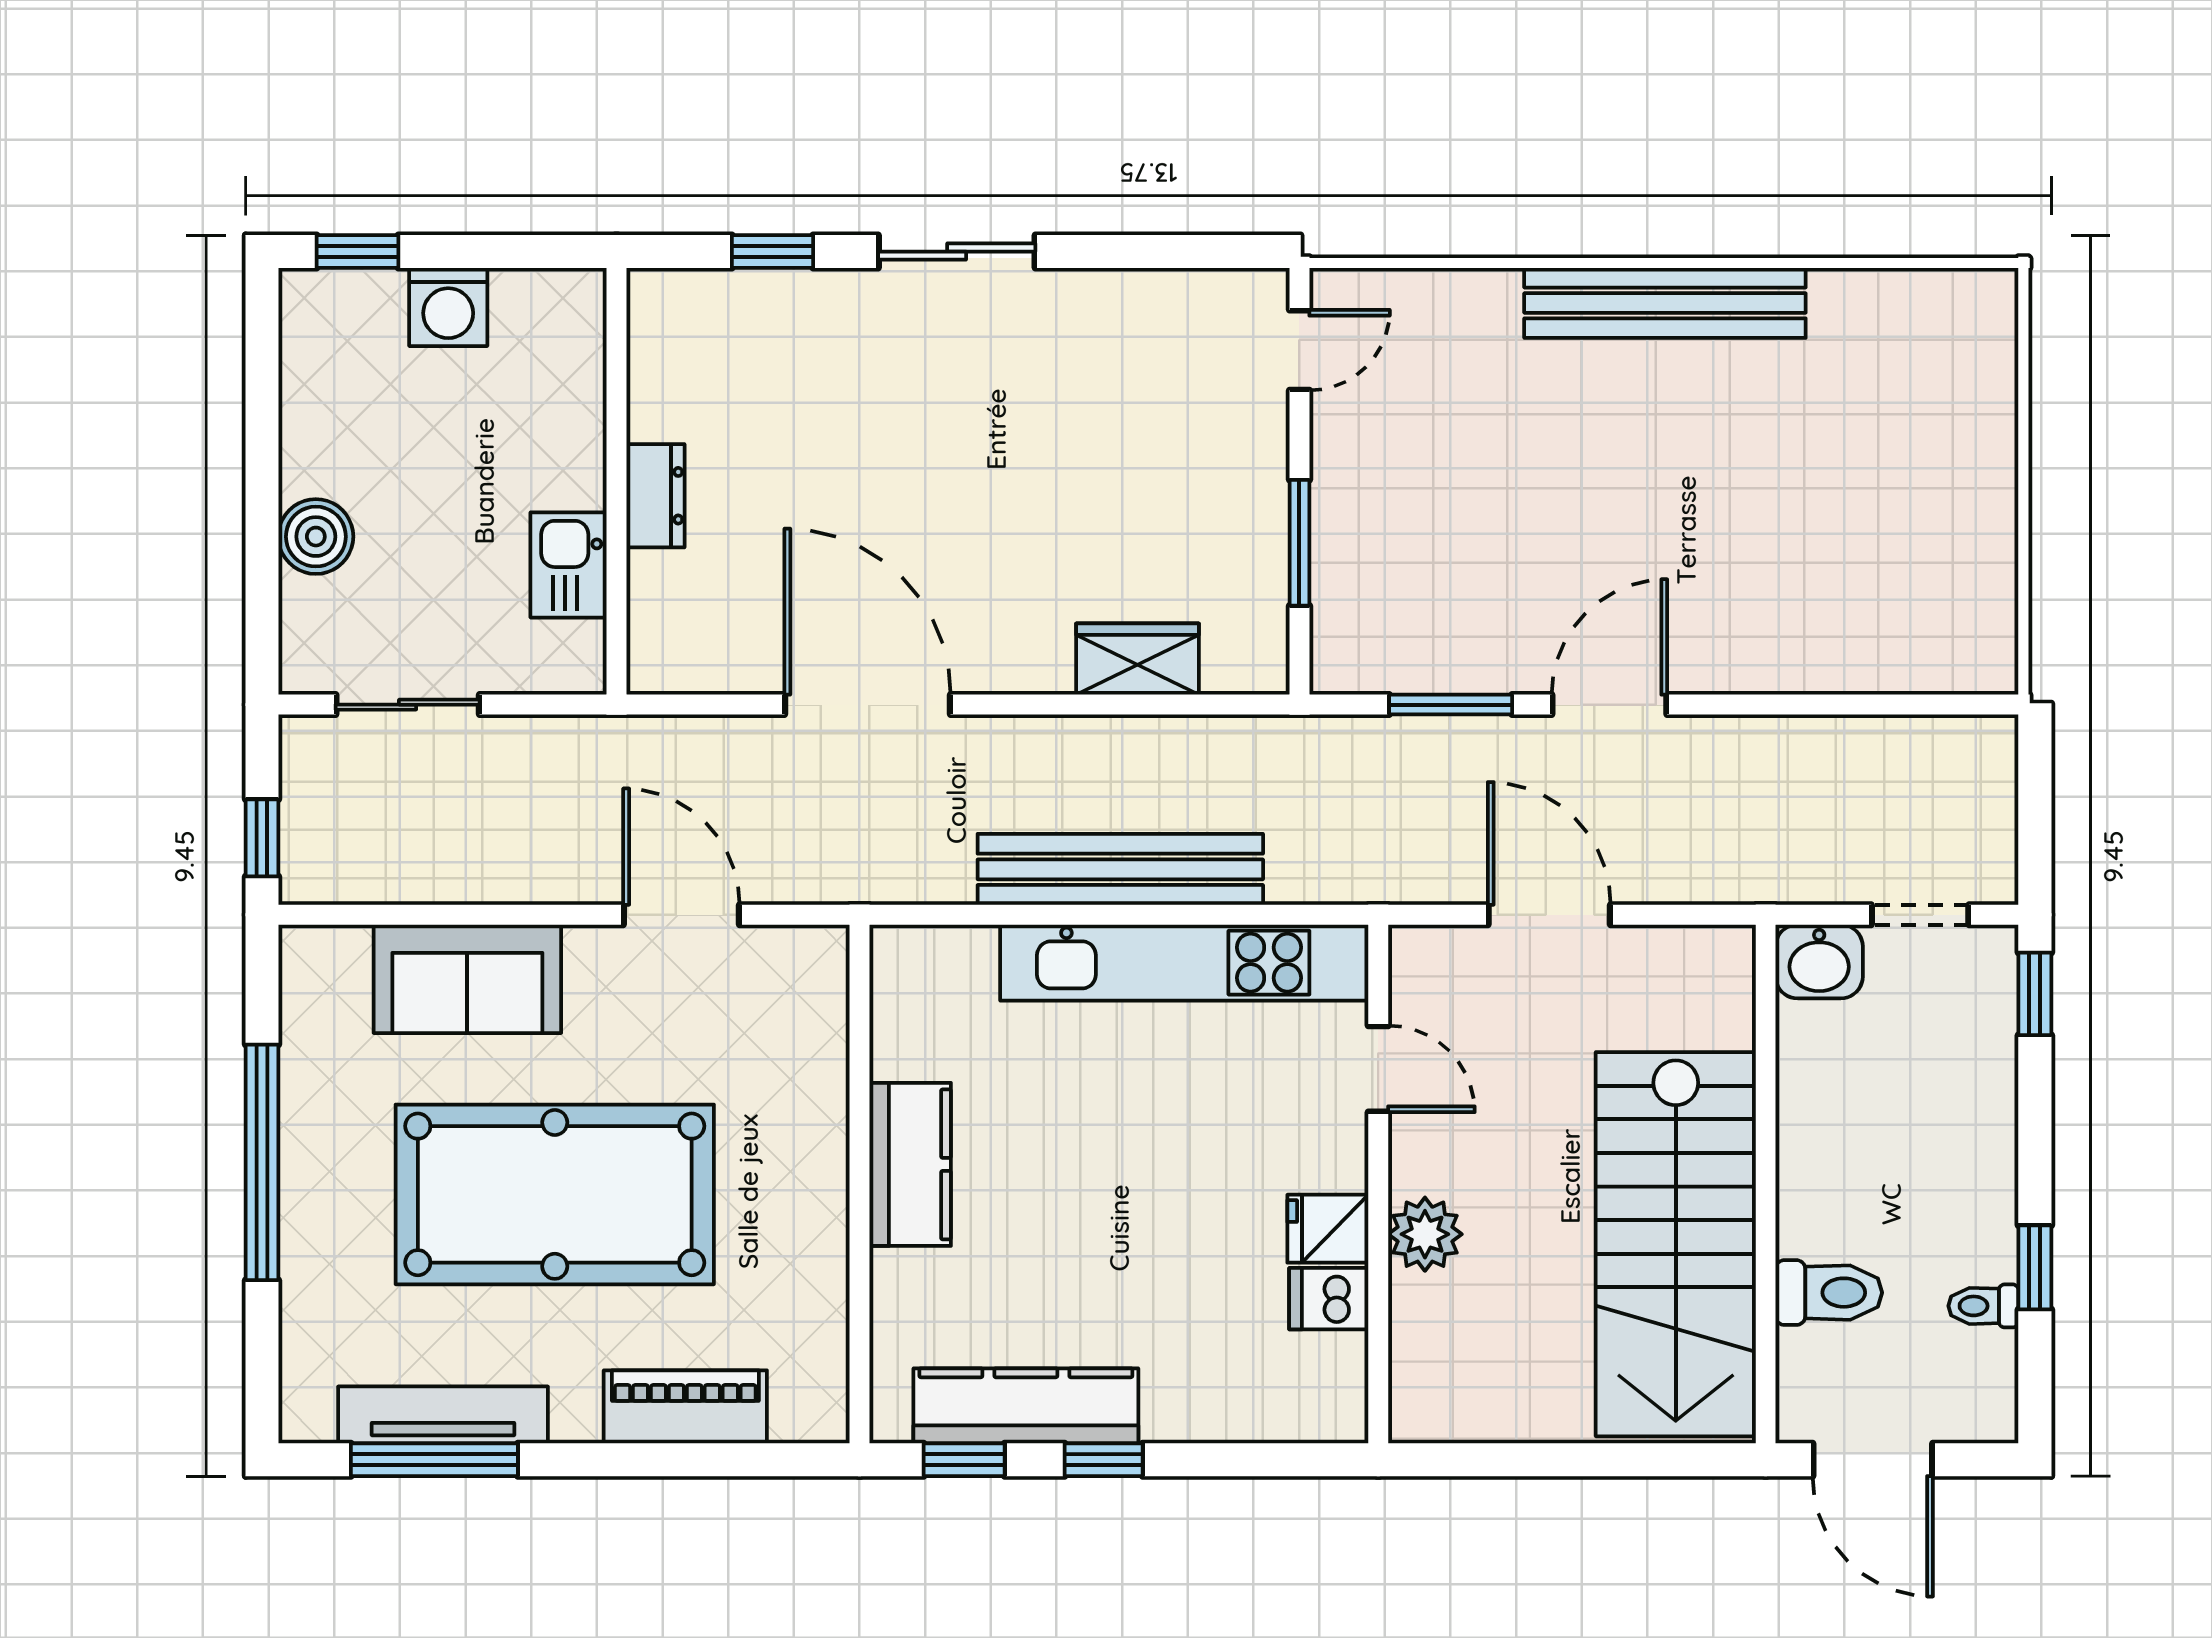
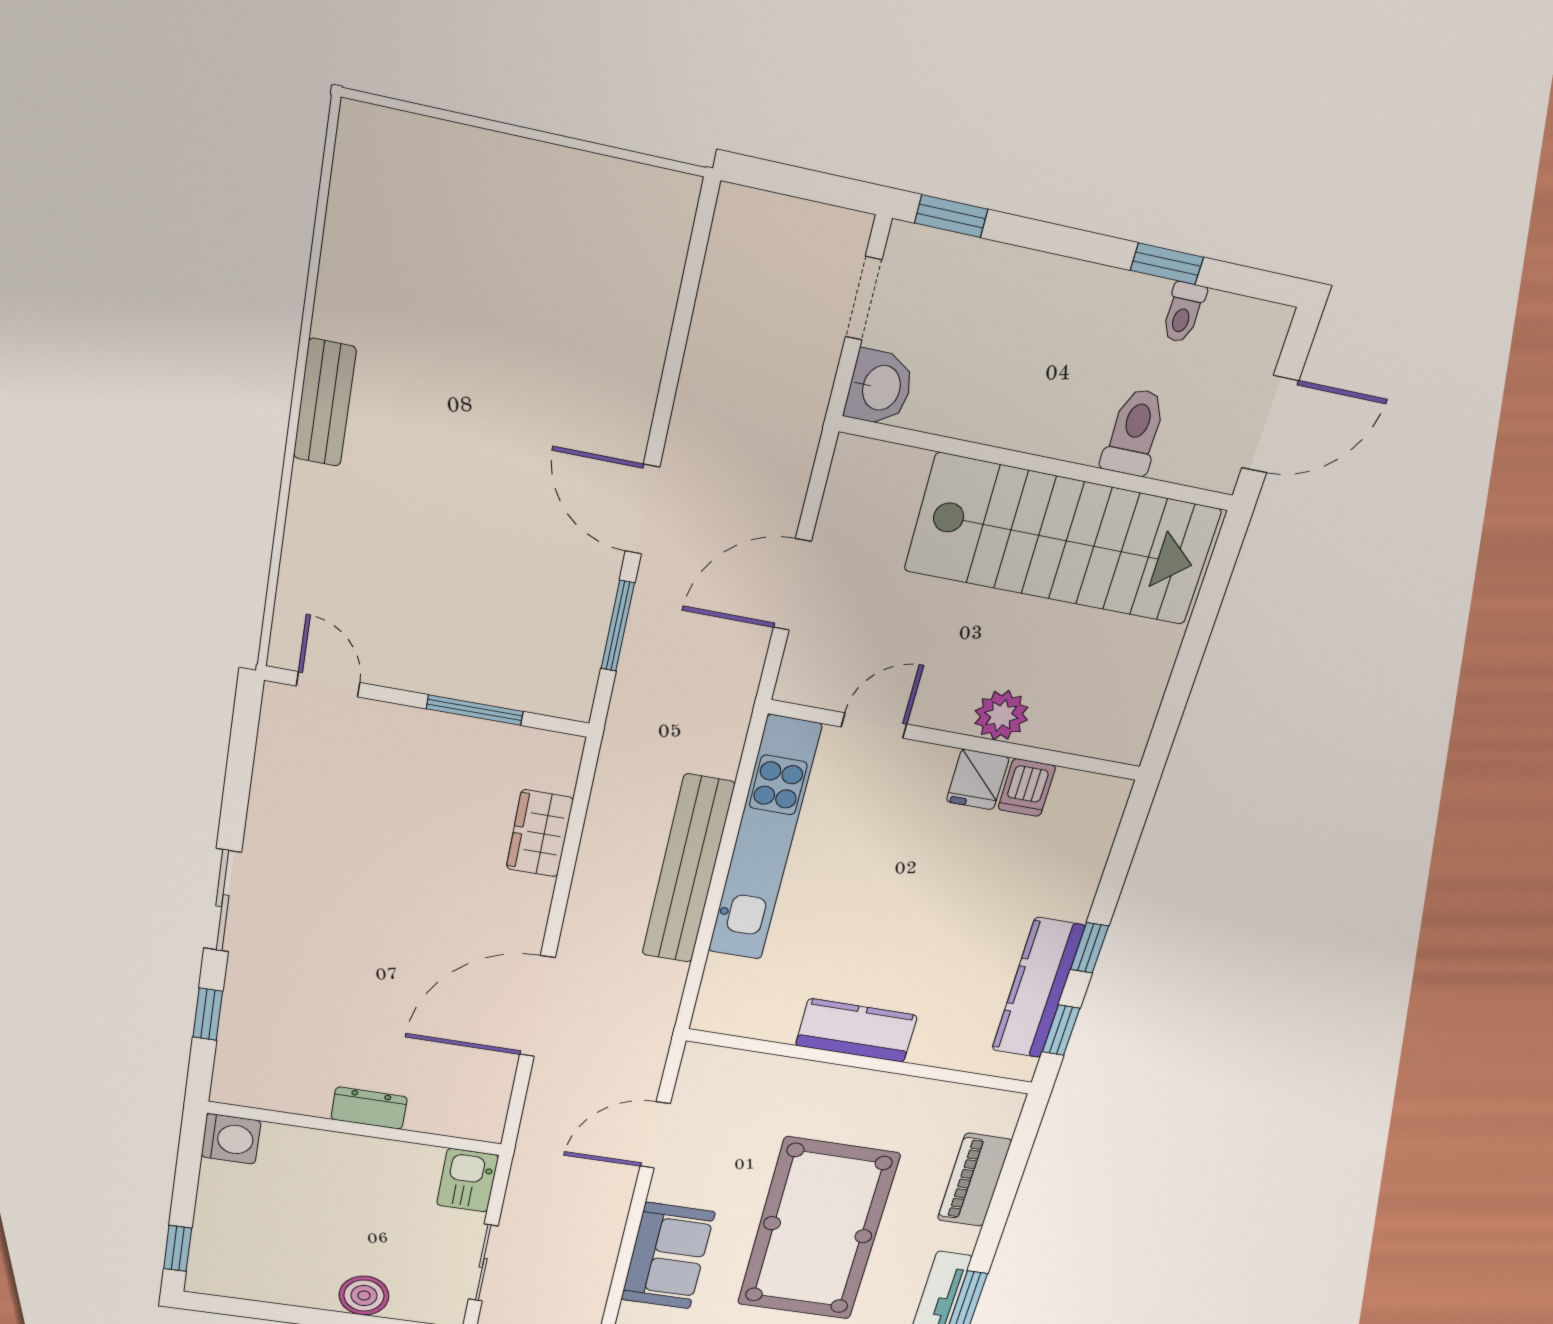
bench: (1665, 303) -> (325, 403), width x0.54, depth x0.82
washing machine: (448, 307) -> (231, 1139), moved
kitchen sink: (569, 565) -> (468, 1180), moved, turned 90

